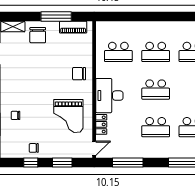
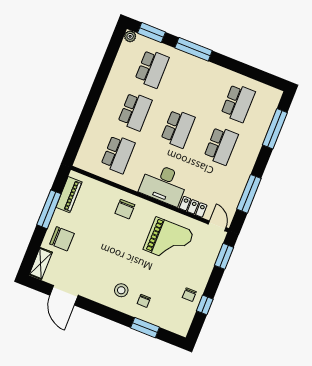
stool: (17, 95) -> (121, 290), added
window: (62, 163) -> (224, 256), moved

